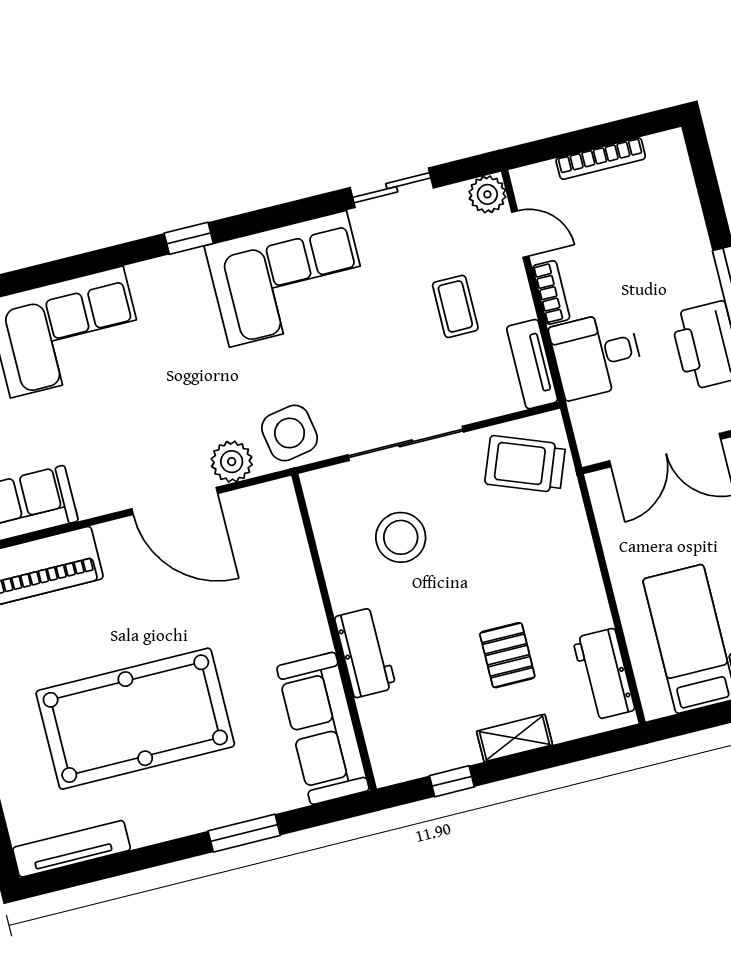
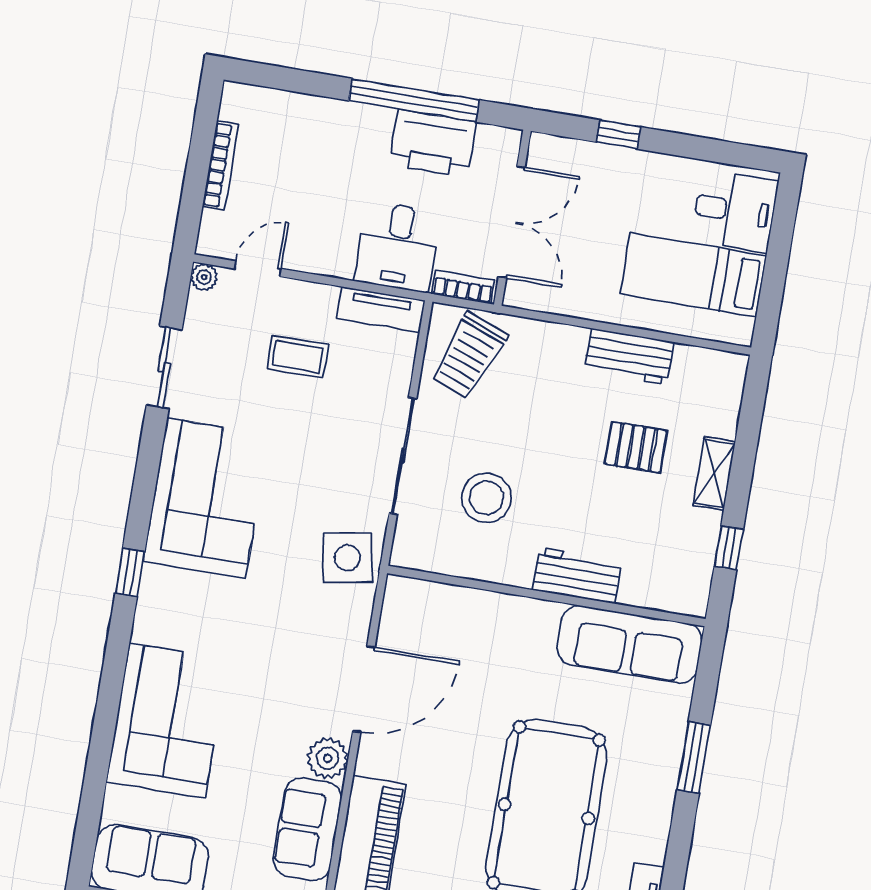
plant: (487, 194) -> (204, 277), width x0.73, depth x0.73
bookcase: (551, 292) -> (463, 287), moved
plant: (232, 462) -> (328, 758), moved
workbench: (604, 674) -> (629, 357), moved

